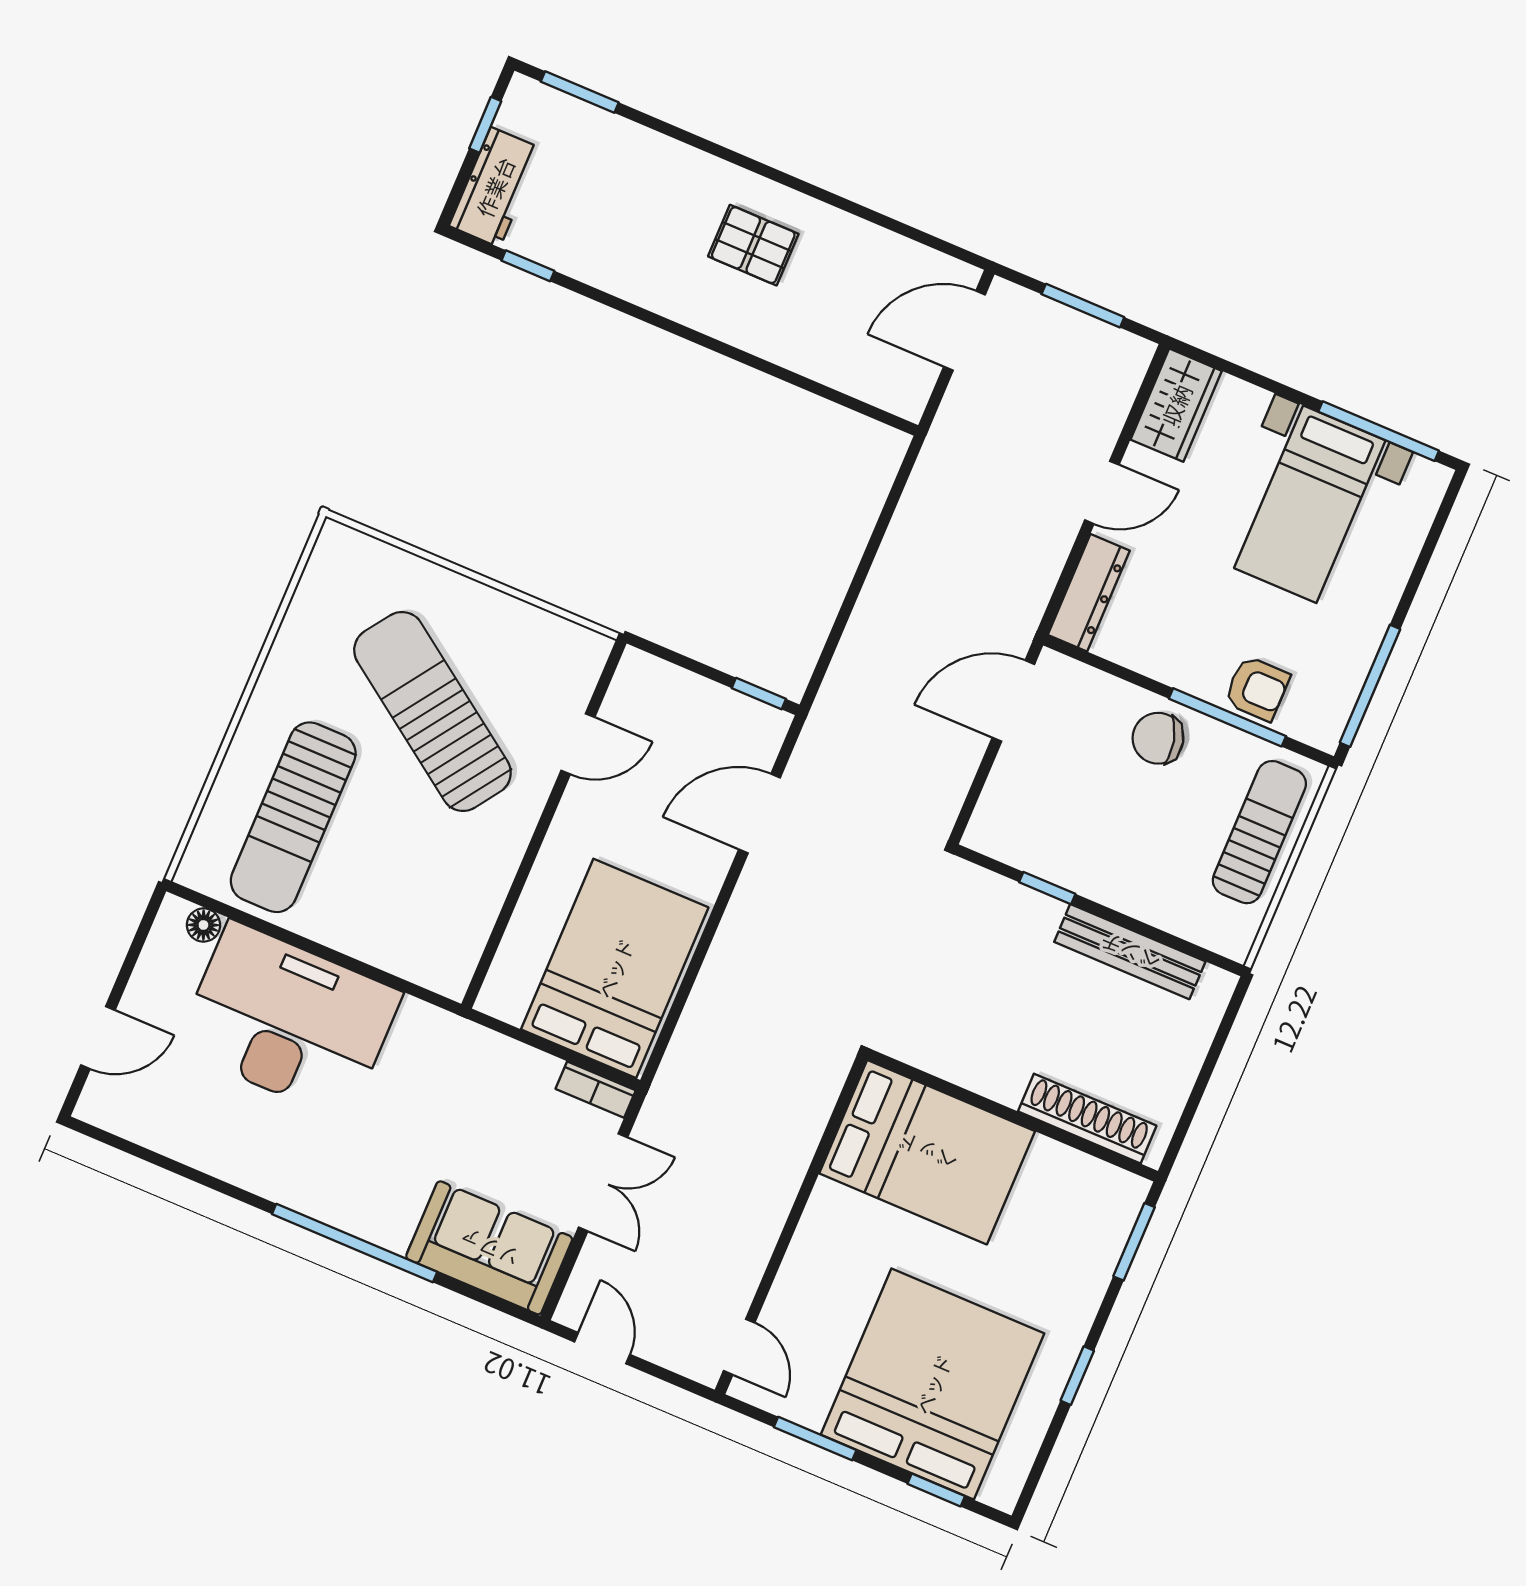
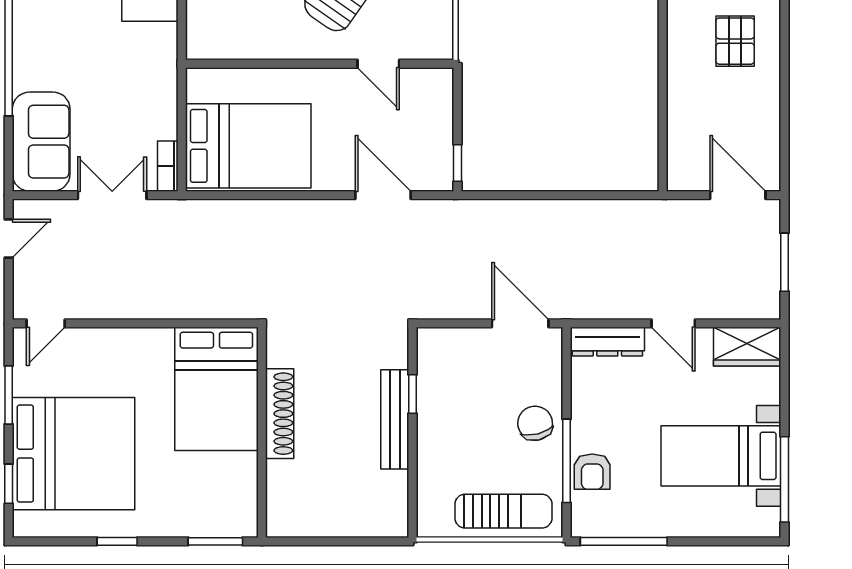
bench: (1130, 952) -> (395, 419), moved
shoe rack: (1087, 1119) -> (280, 414), moved
double door: (603, 1182) -> (112, 195), swing flipped

